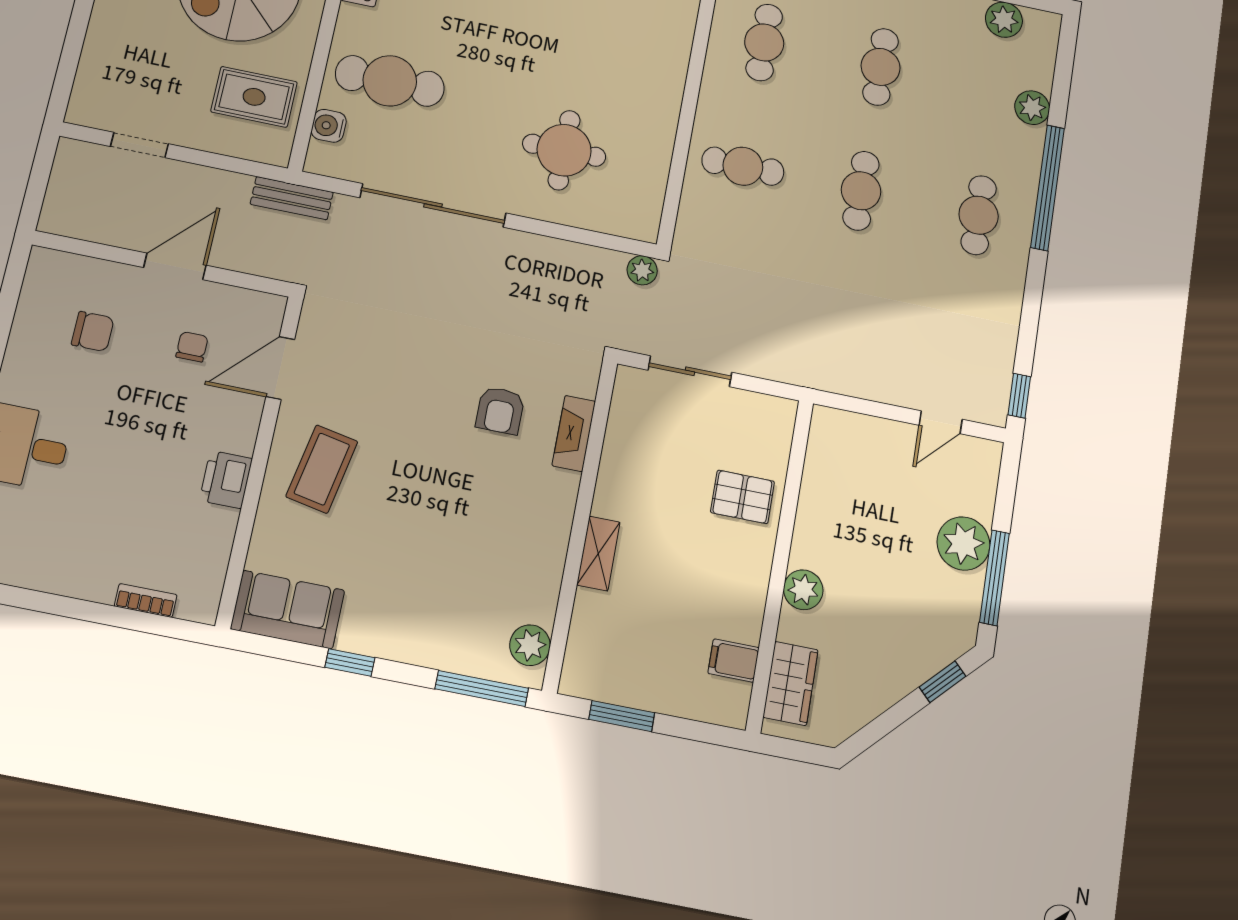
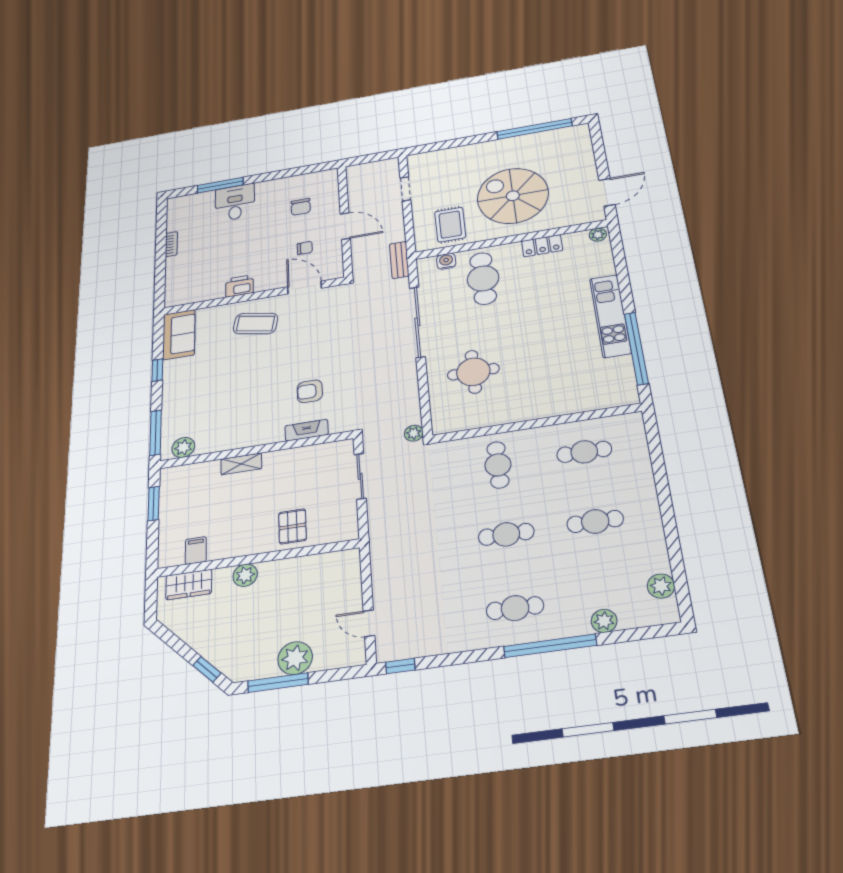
bookcase: (146, 600) -> (171, 244), moved

